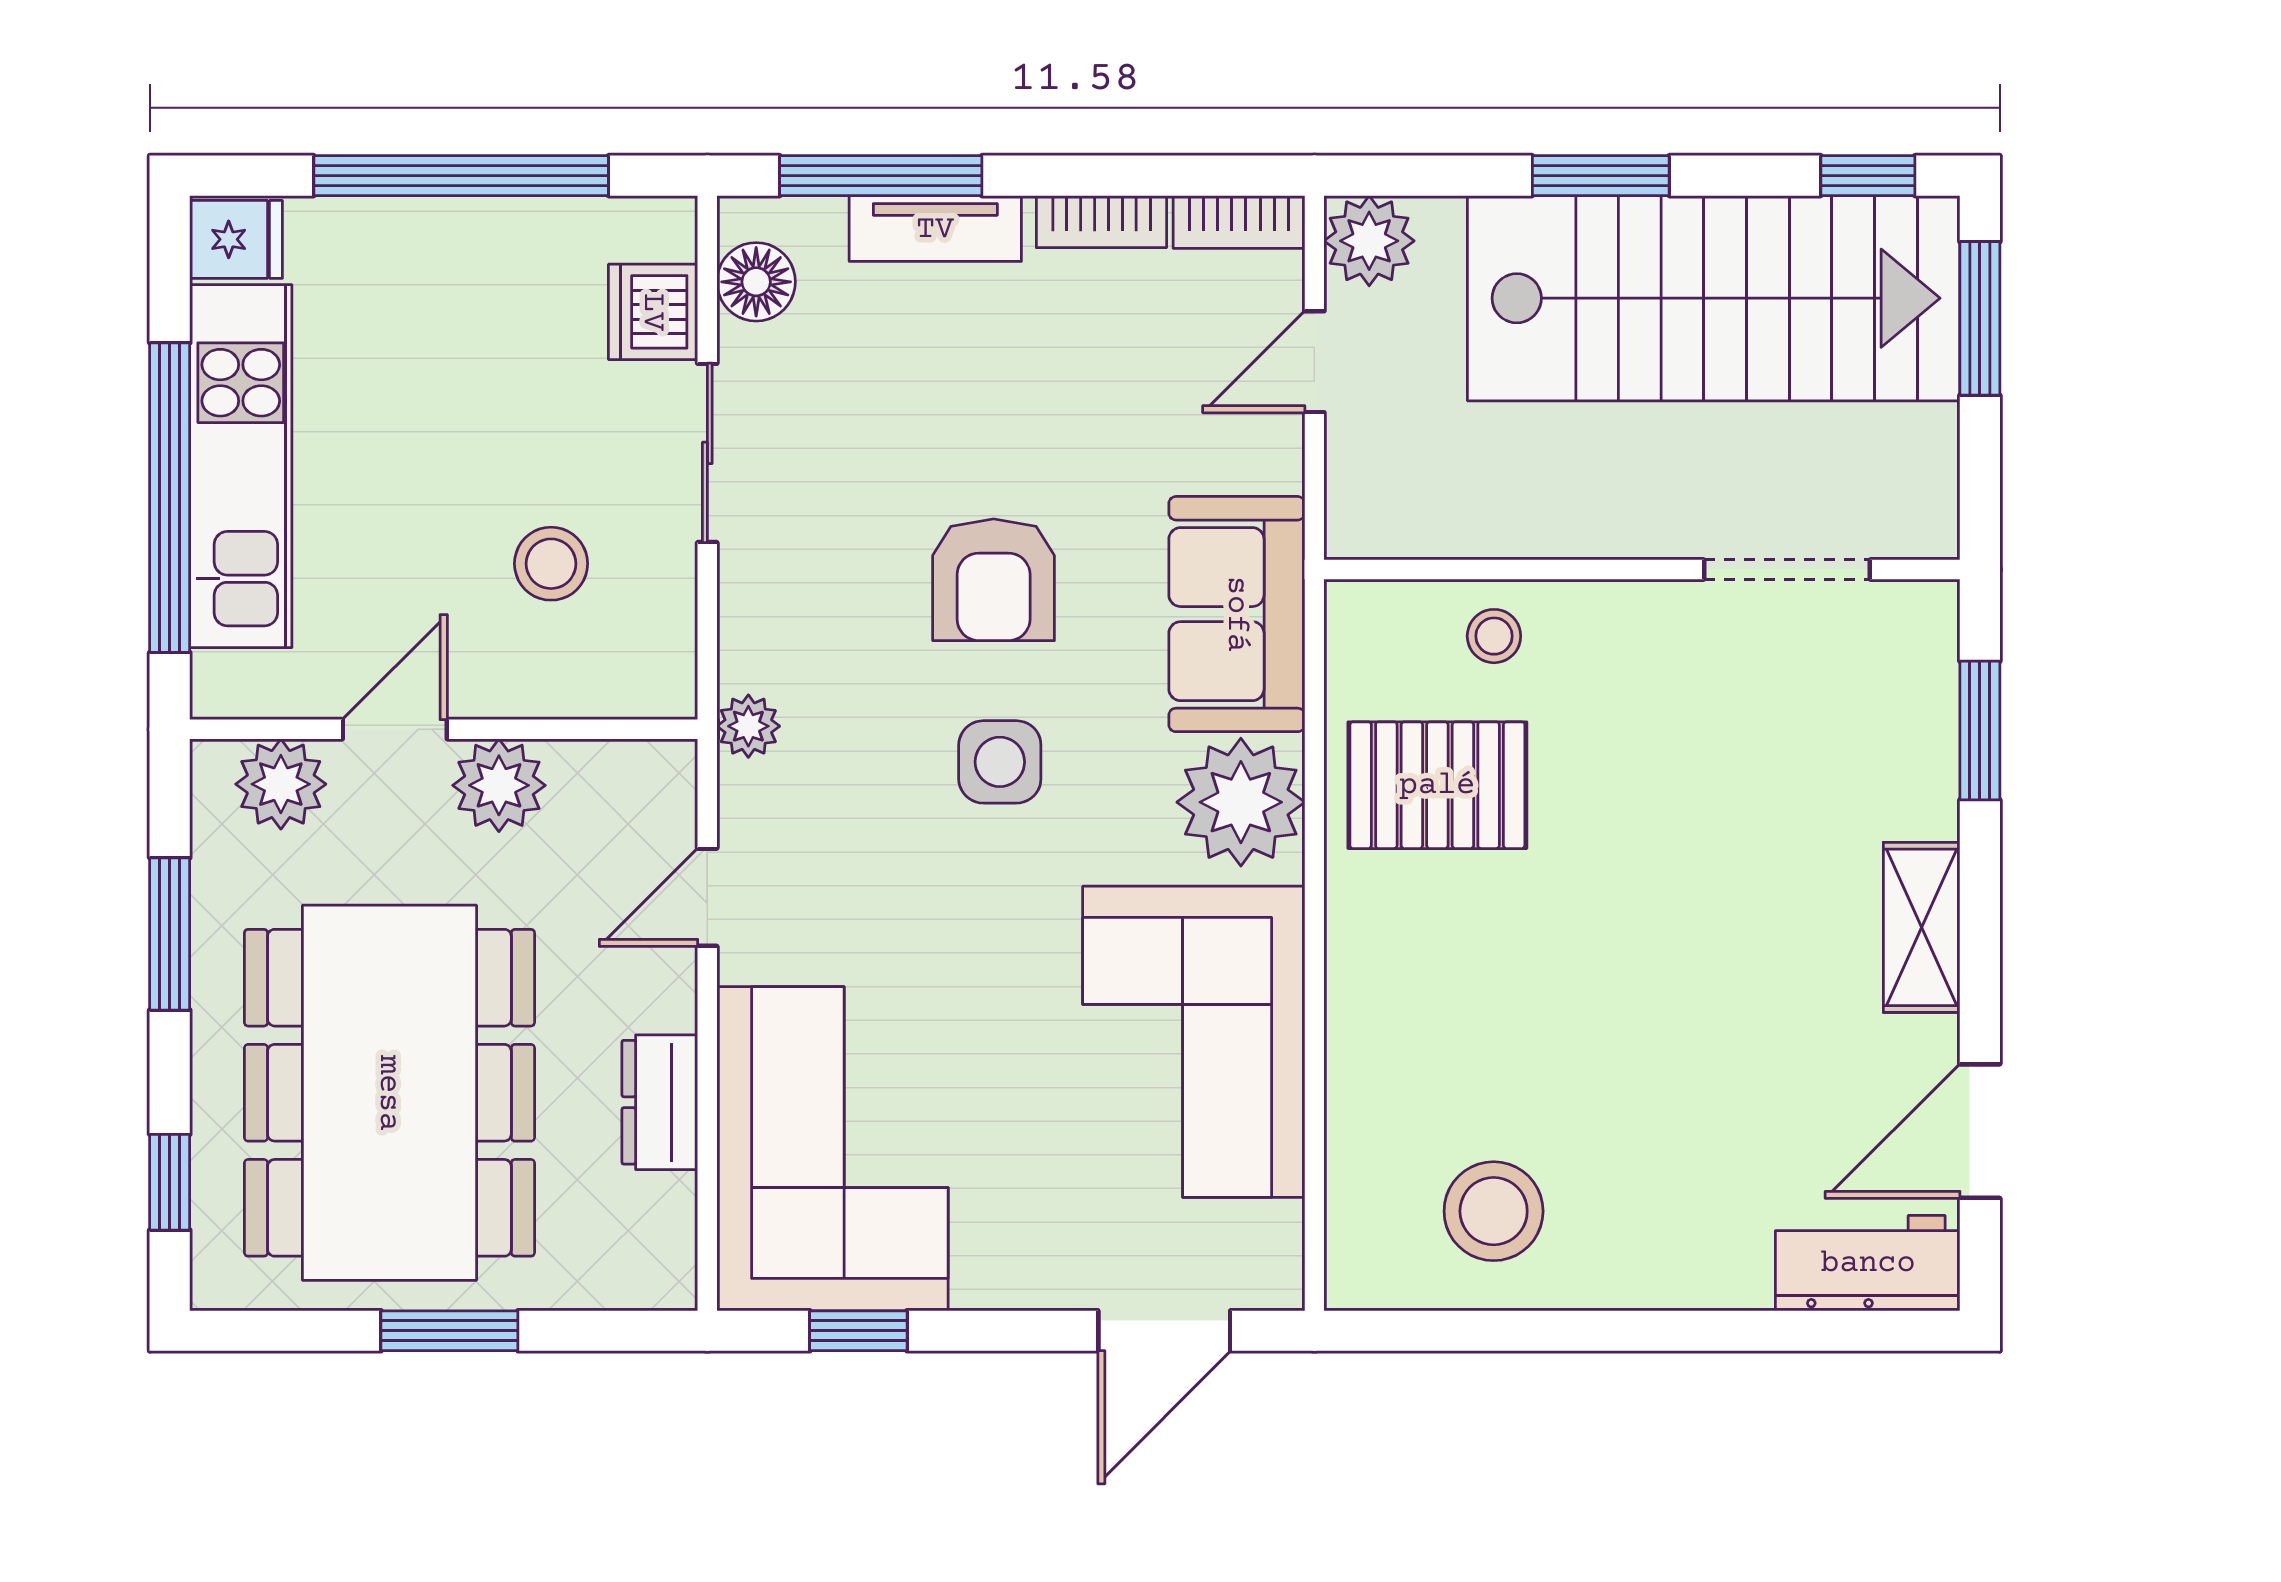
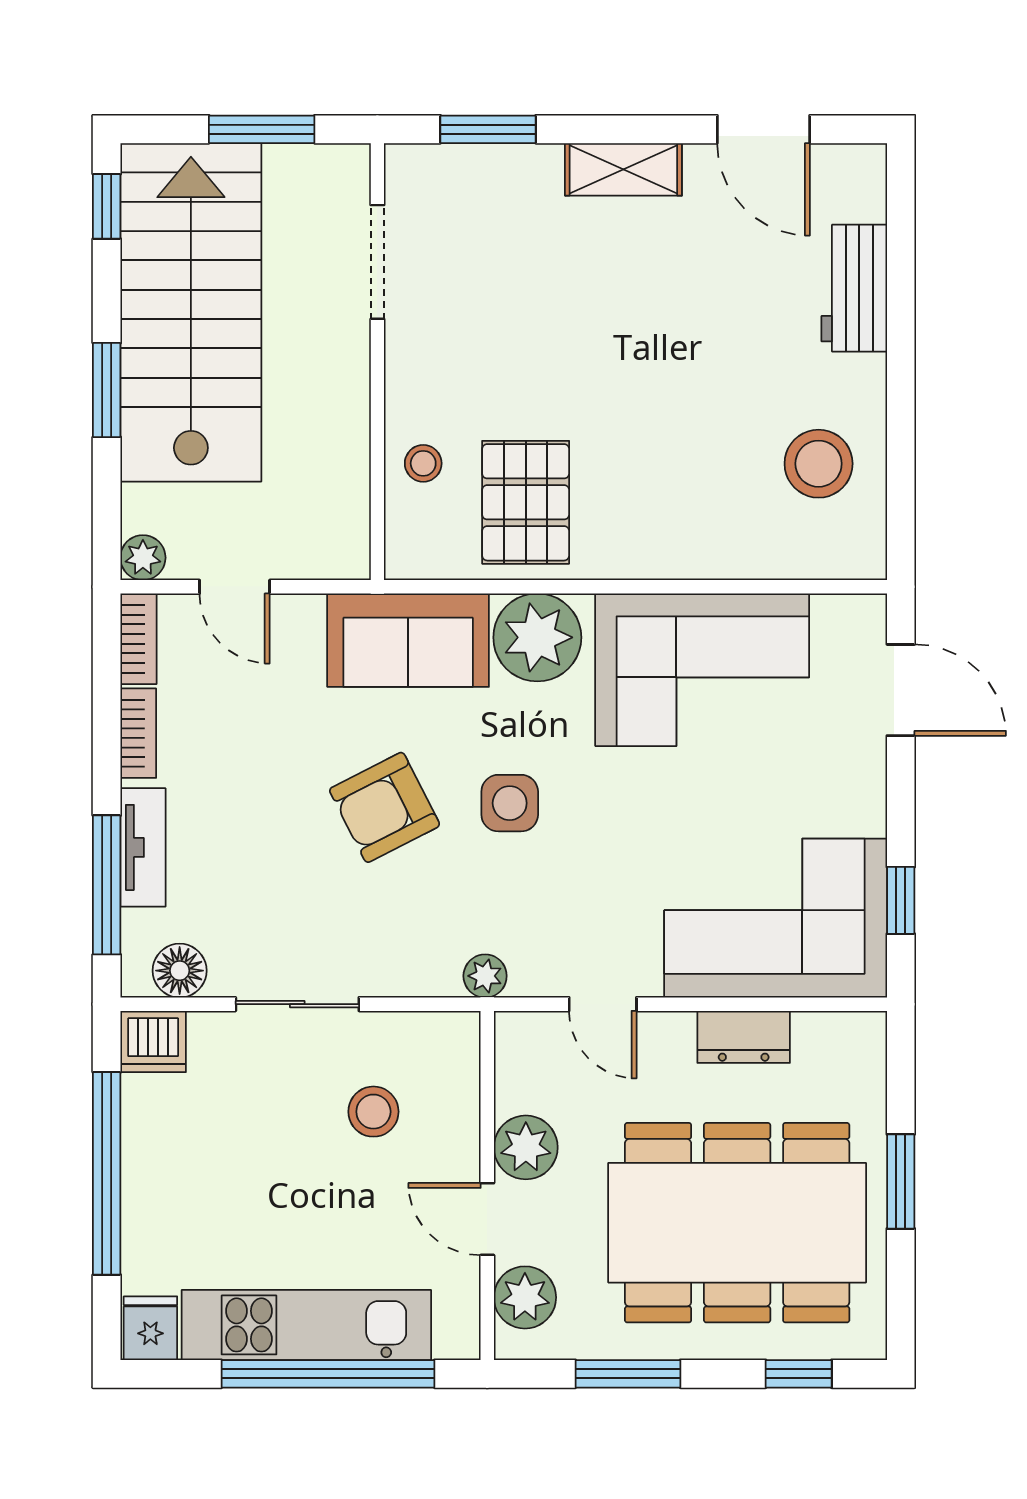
plant: (1369, 241) -> (143, 558), width x0.73, depth x0.73
dishwasher: (653, 312) -> (153, 1041), moved
window: (1980, 318) -> (262, 129), moved
armchair: (994, 580) -> (385, 807), turned 153
workbench: (1868, 1263) -> (854, 288), moved

